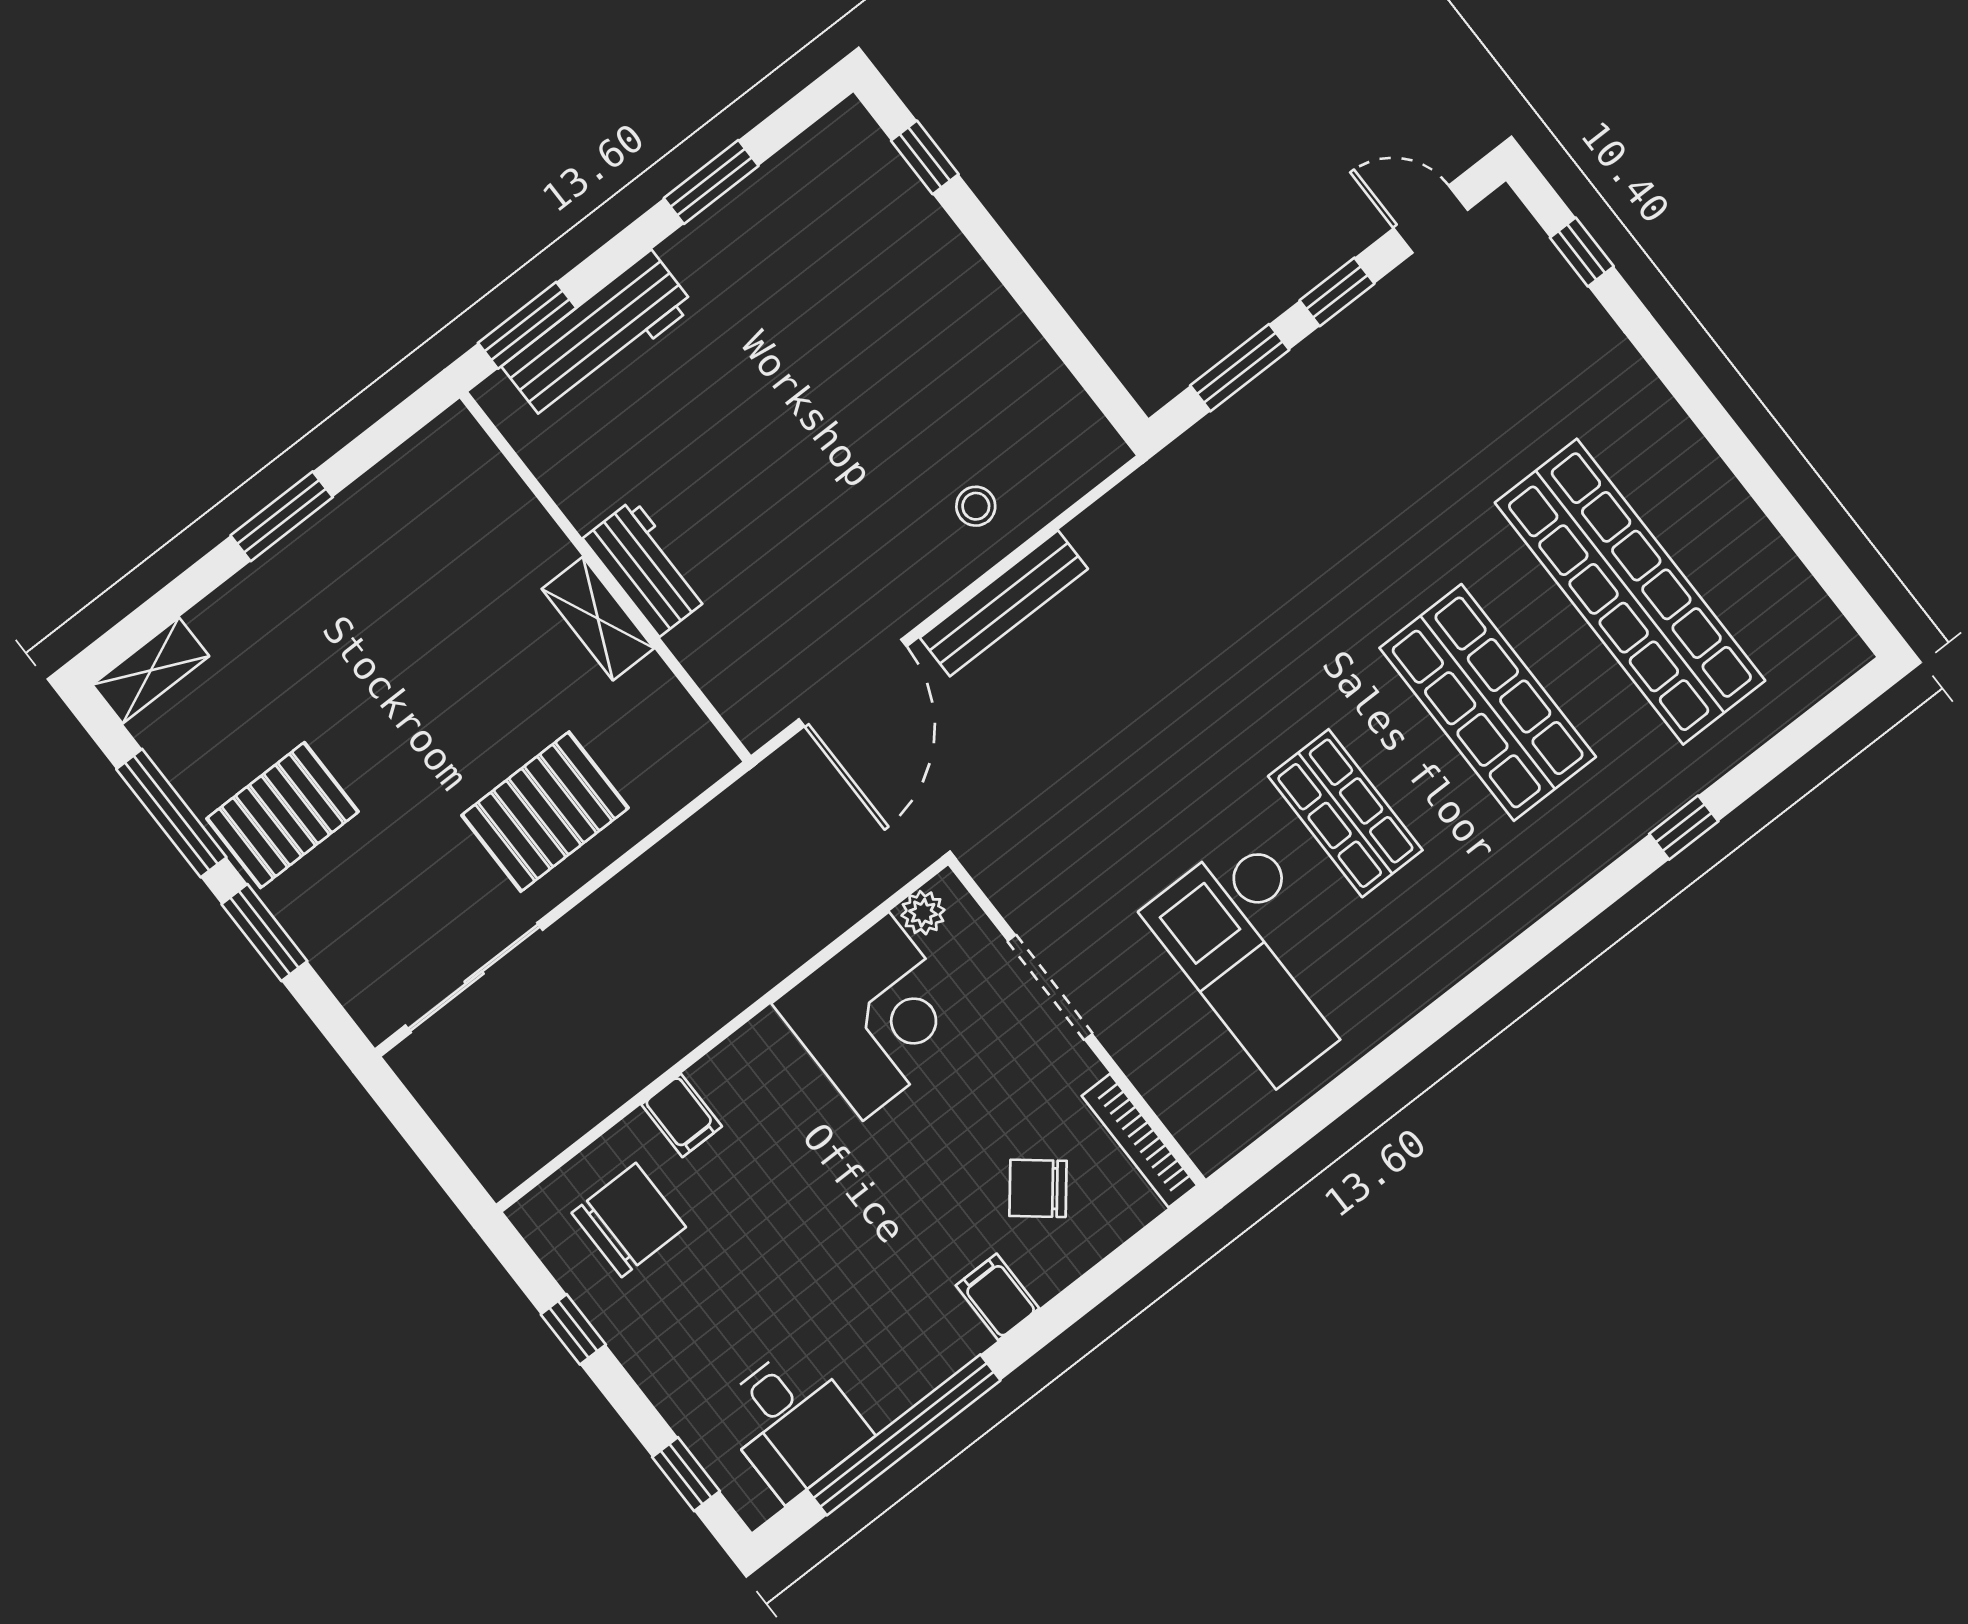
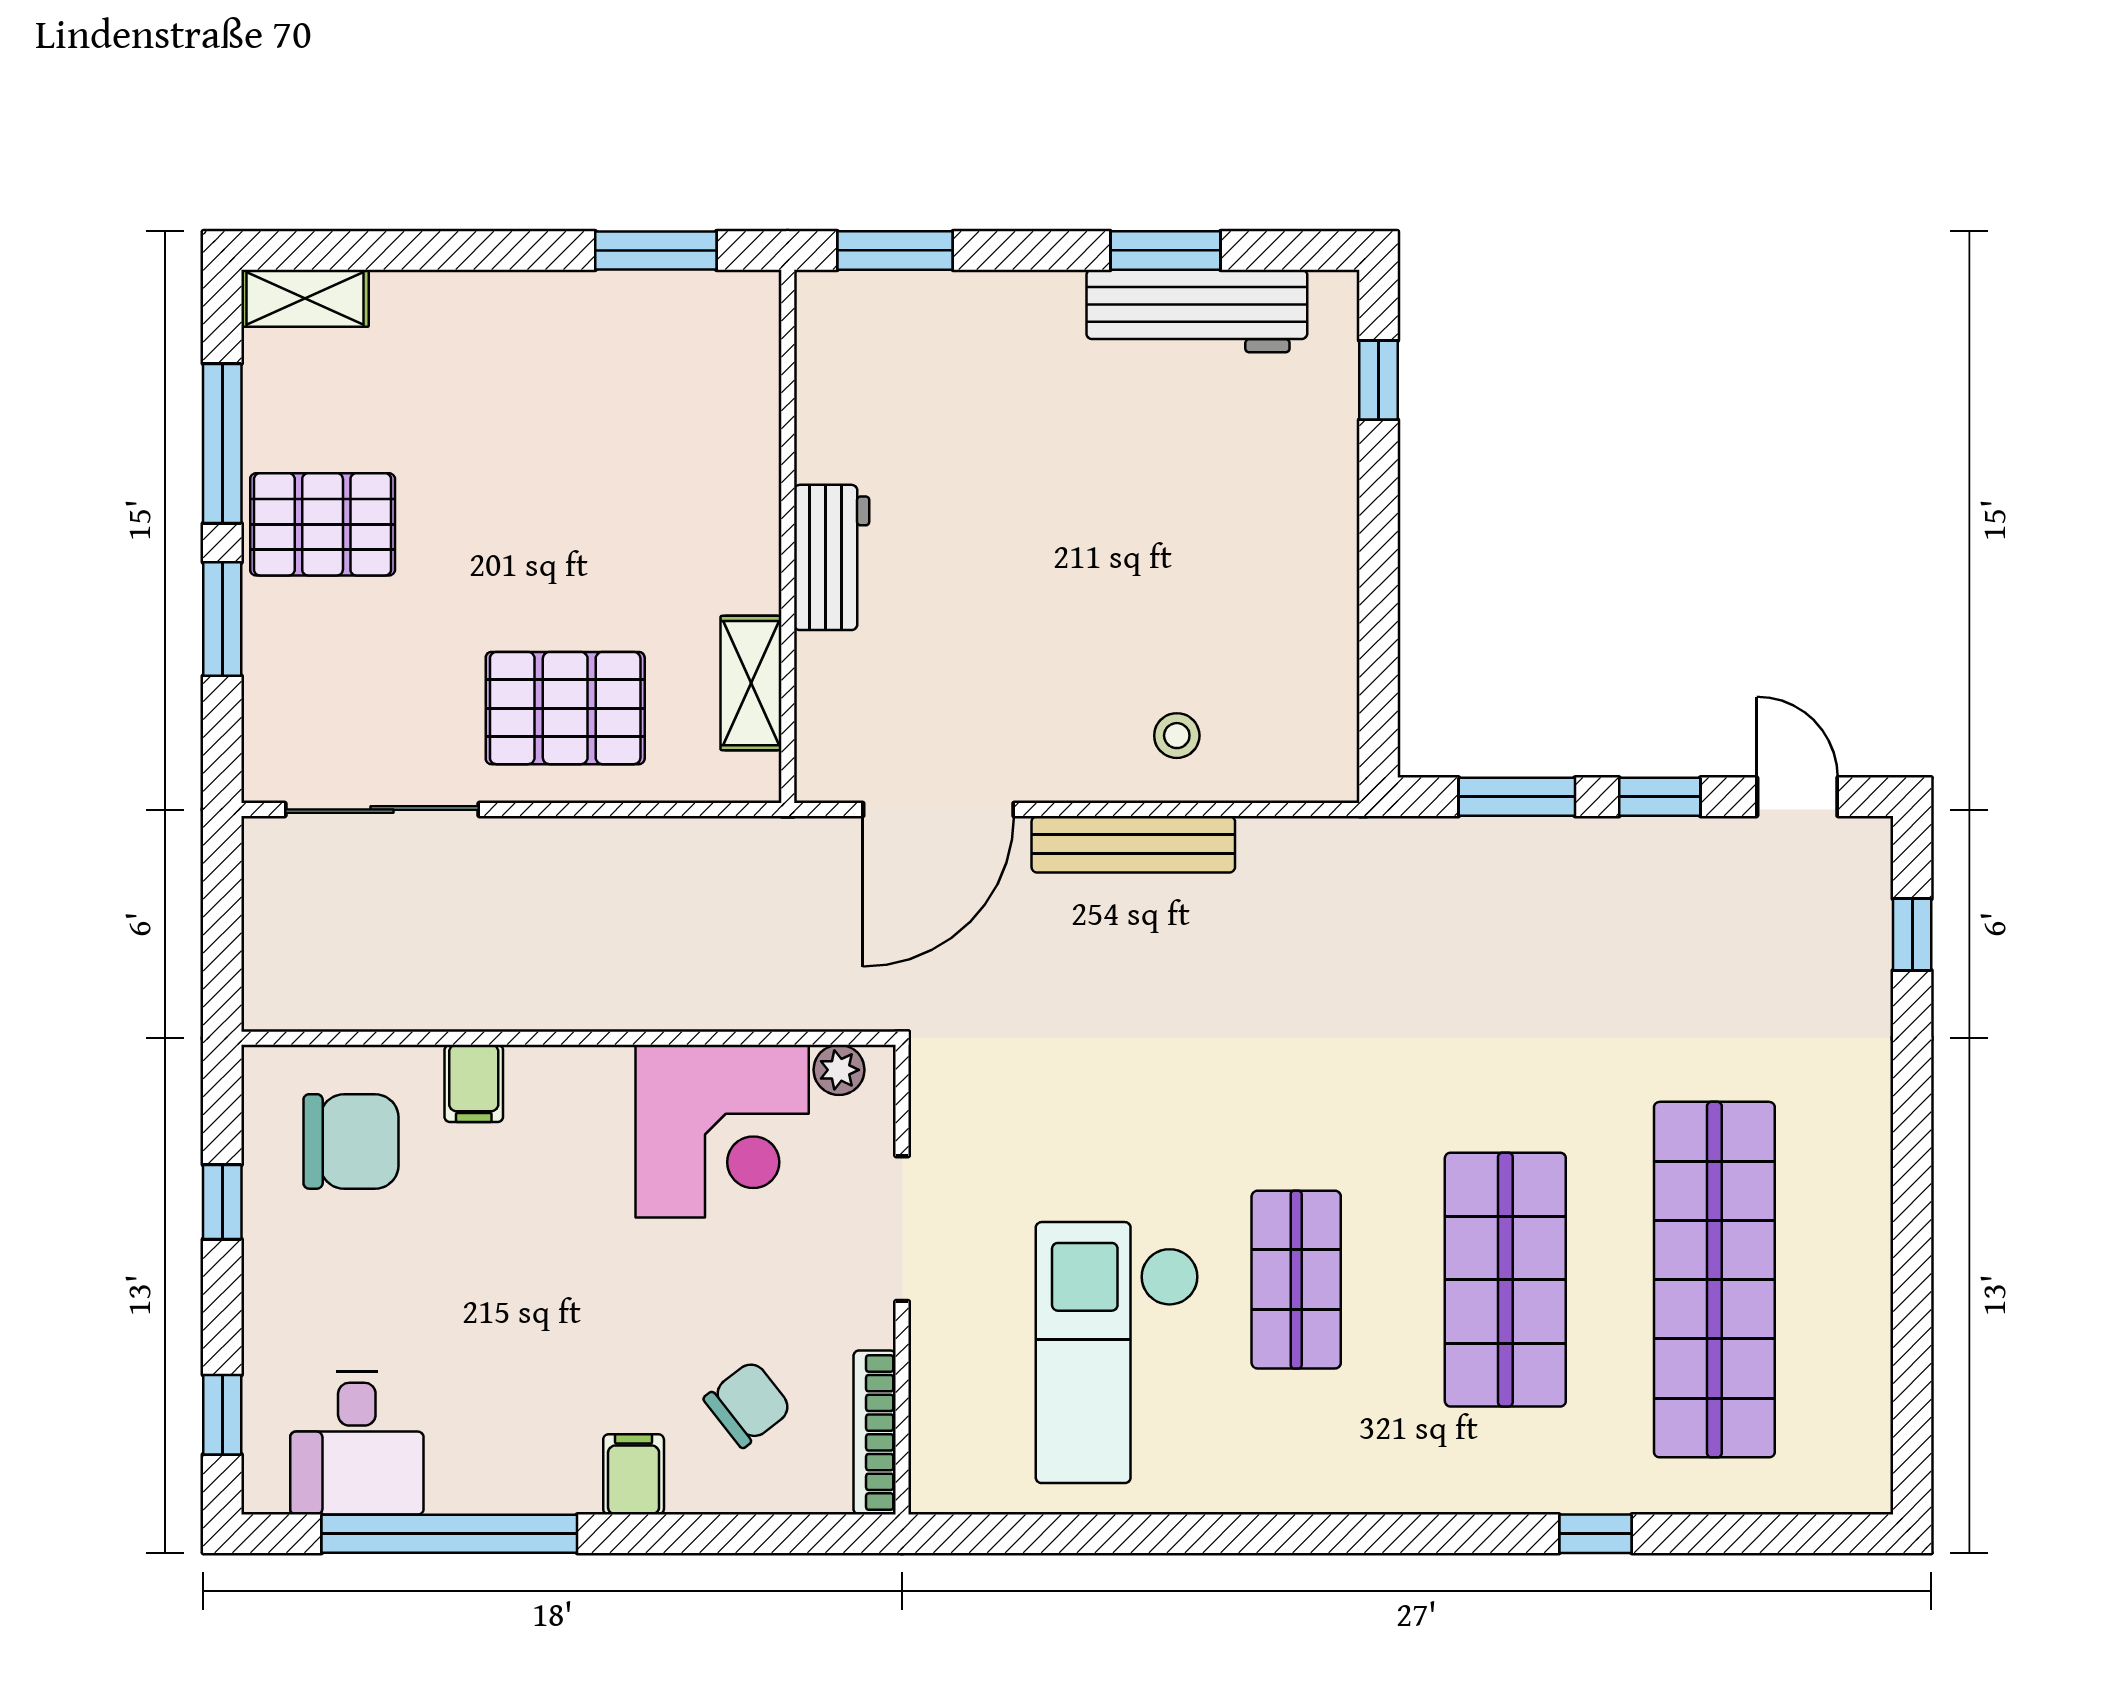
workbench: (598, 336) -> (1197, 311), moved
window: (282, 516) -> (656, 250), moved
shelving: (598, 619) -> (751, 683), moved
chair: (1038, 1188) -> (748, 1404), turned 103

